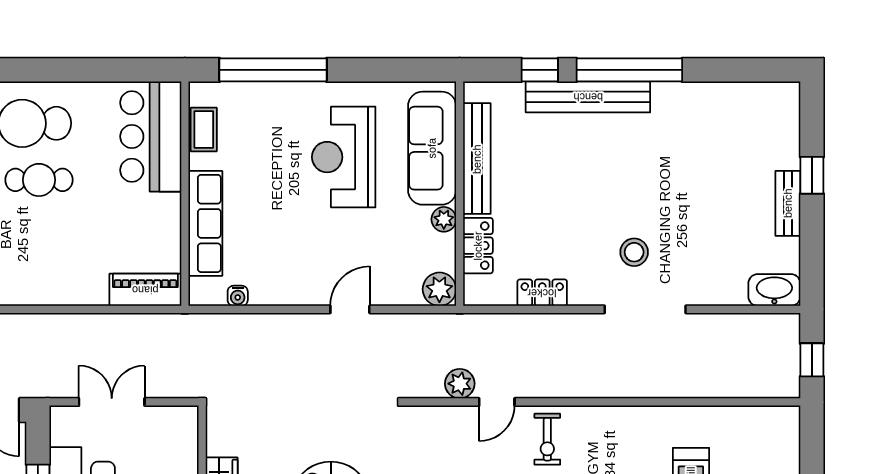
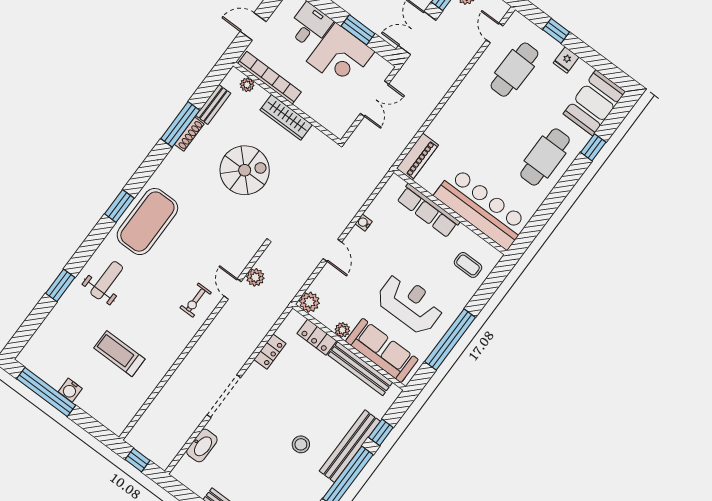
window: (273, 70) -> (450, 339), moved
coffee table: (204, 129) -> (468, 265), moved
bar counter: (151, 136) -> (481, 208), width x1.36
cafe table: (39, 180) -> (511, 145), removed
stool: (634, 252) -> (301, 444), moved
washbasin: (774, 290) -> (202, 446), moved
water cooler: (238, 296) -> (364, 223), moved
exercise bike: (547, 439) -> (196, 300), turned -90

